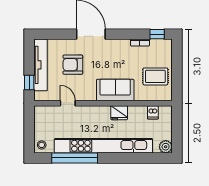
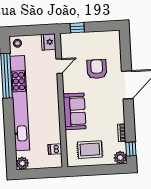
plant: (165, 45) -> (120, 158), added
tv unit: (41, 65) -> (95, 38), removed
rug: (155, 76) -> (90, 150), turned 90
fridge: (119, 113) -> (49, 42), moved

